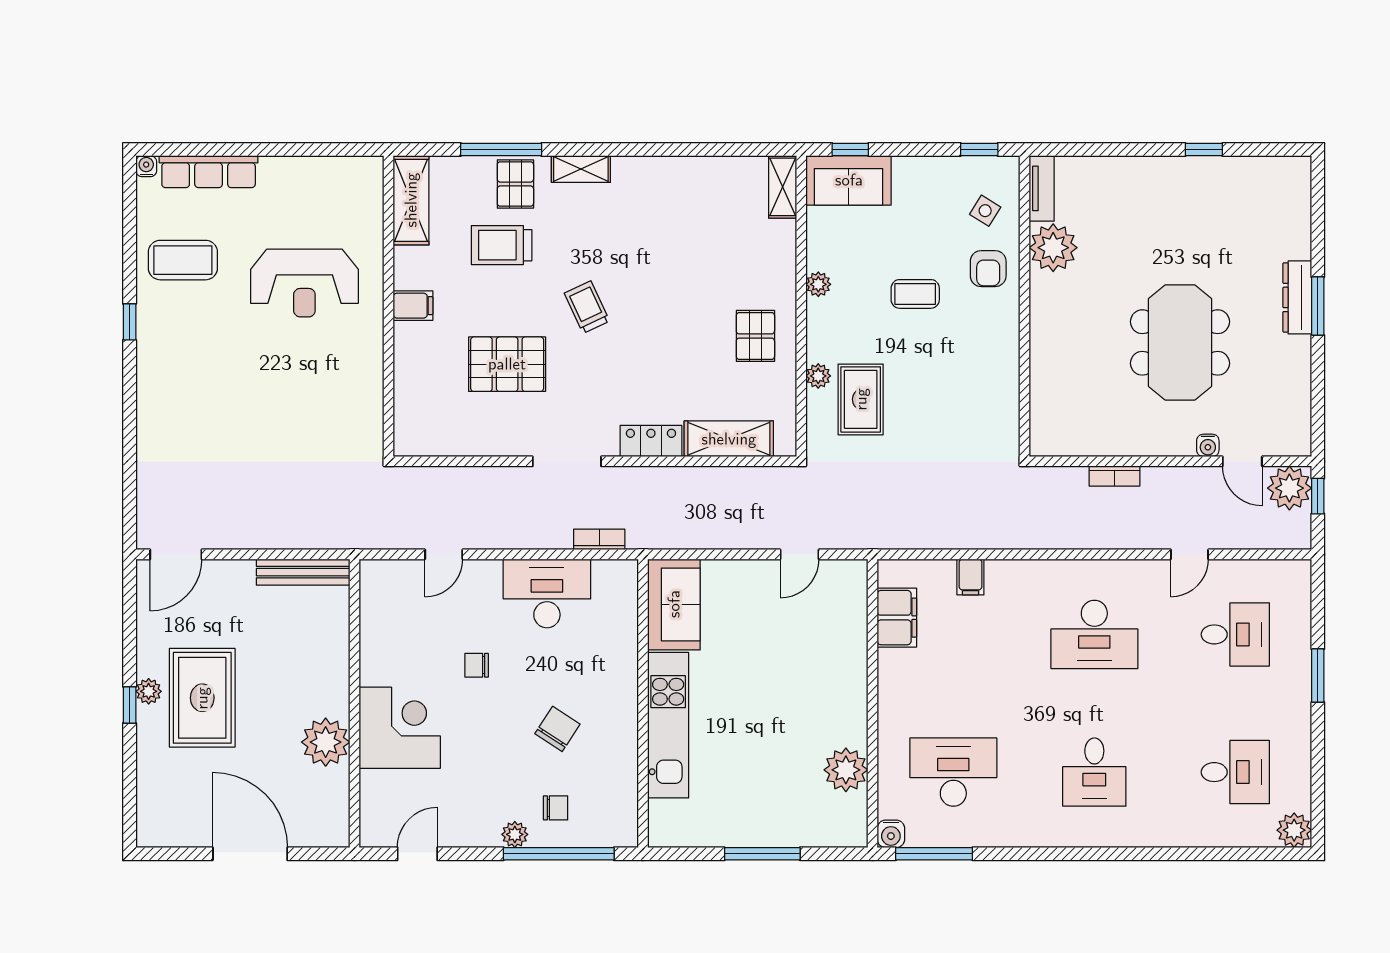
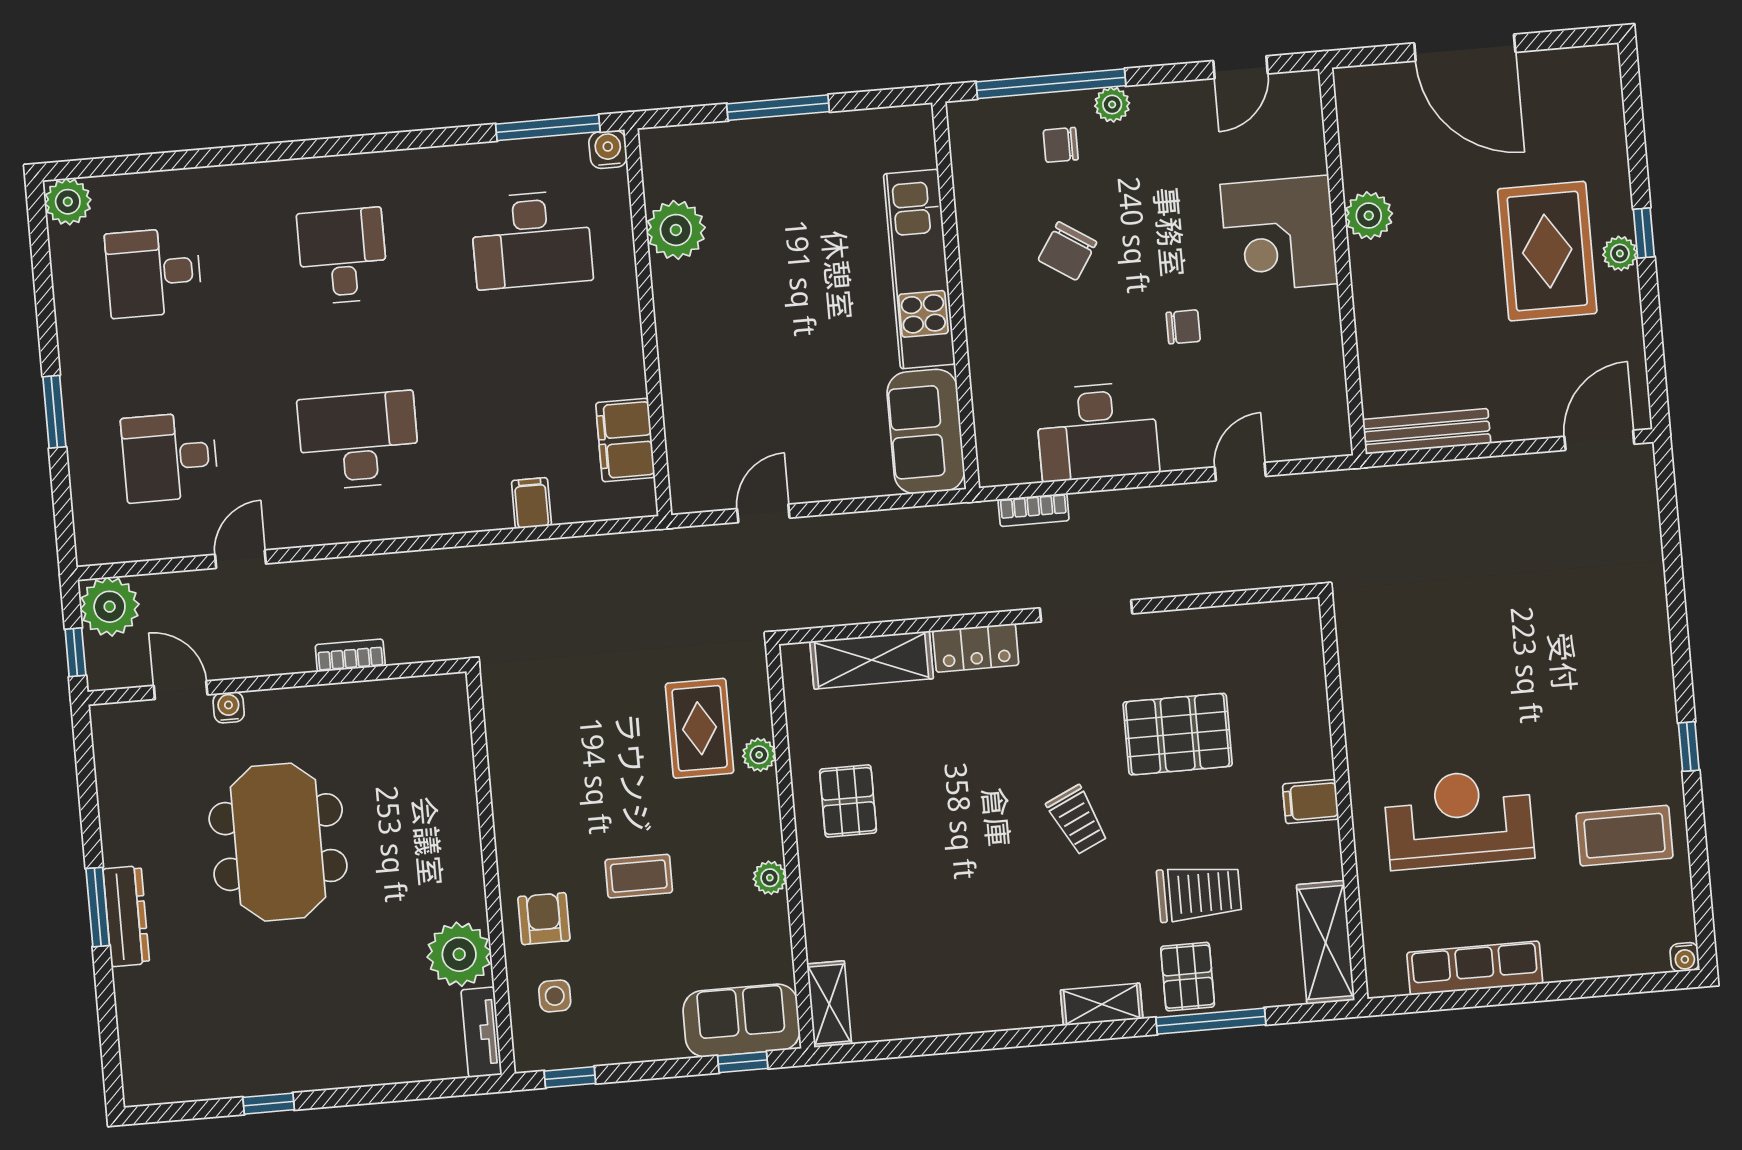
row of seats: (209, 172) -> (1475, 968), moved
side table: (985, 211) -> (555, 996), turned -32
plant: (1289, 488) -> (110, 607), moved
plant: (326, 742) -> (1369, 216), width x0.73, depth x0.73

